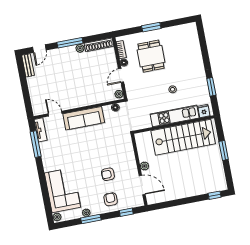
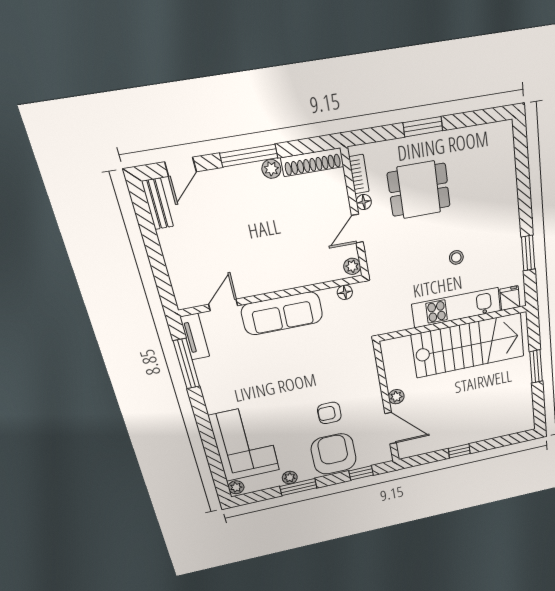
dining table: (151, 56) -> (419, 190), turned 90
door: (55, 114) -> (223, 305), hinge flipped
window: (215, 195) -> (459, 451), moved
armchair: (111, 199) -> (334, 454), width x1.88, depth x1.88

